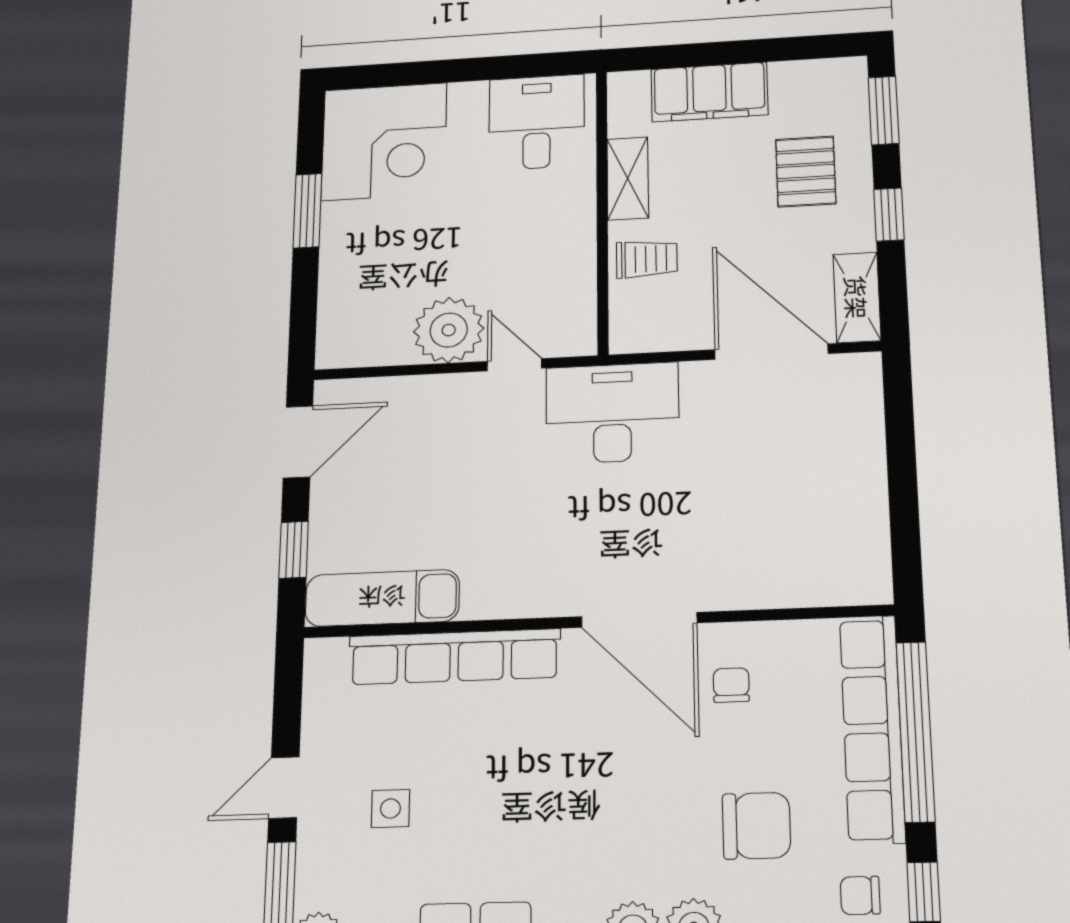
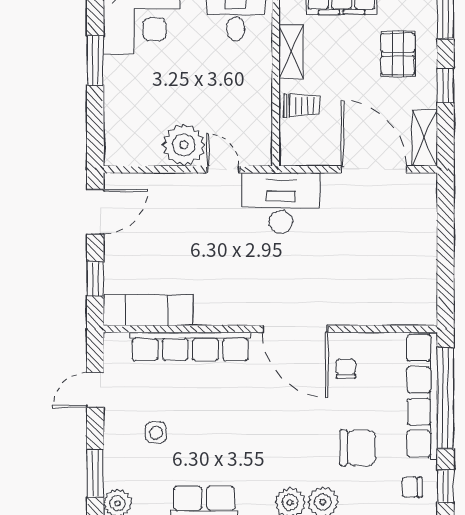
door: (284, 788) -> (95, 390), moved

